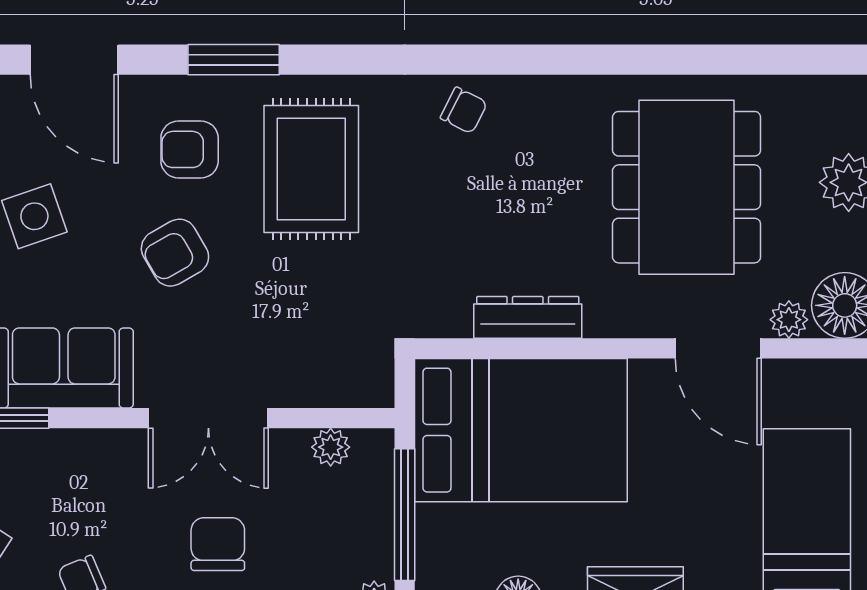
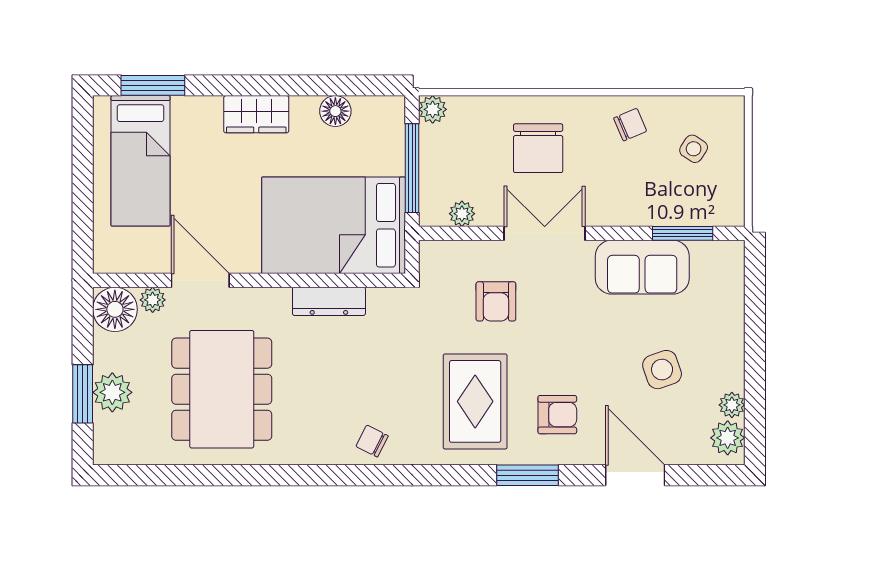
armchair: (175, 253) -> (496, 301), moved, turned 120
chair: (218, 544) -> (538, 148), width x1.37, depth x1.37

